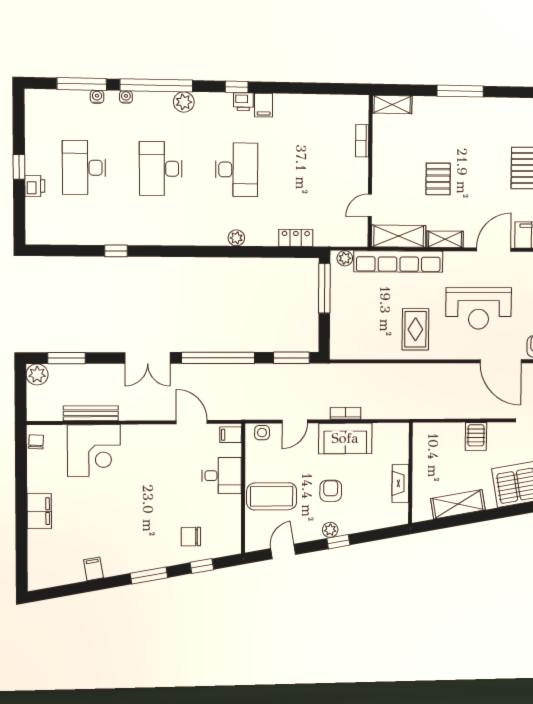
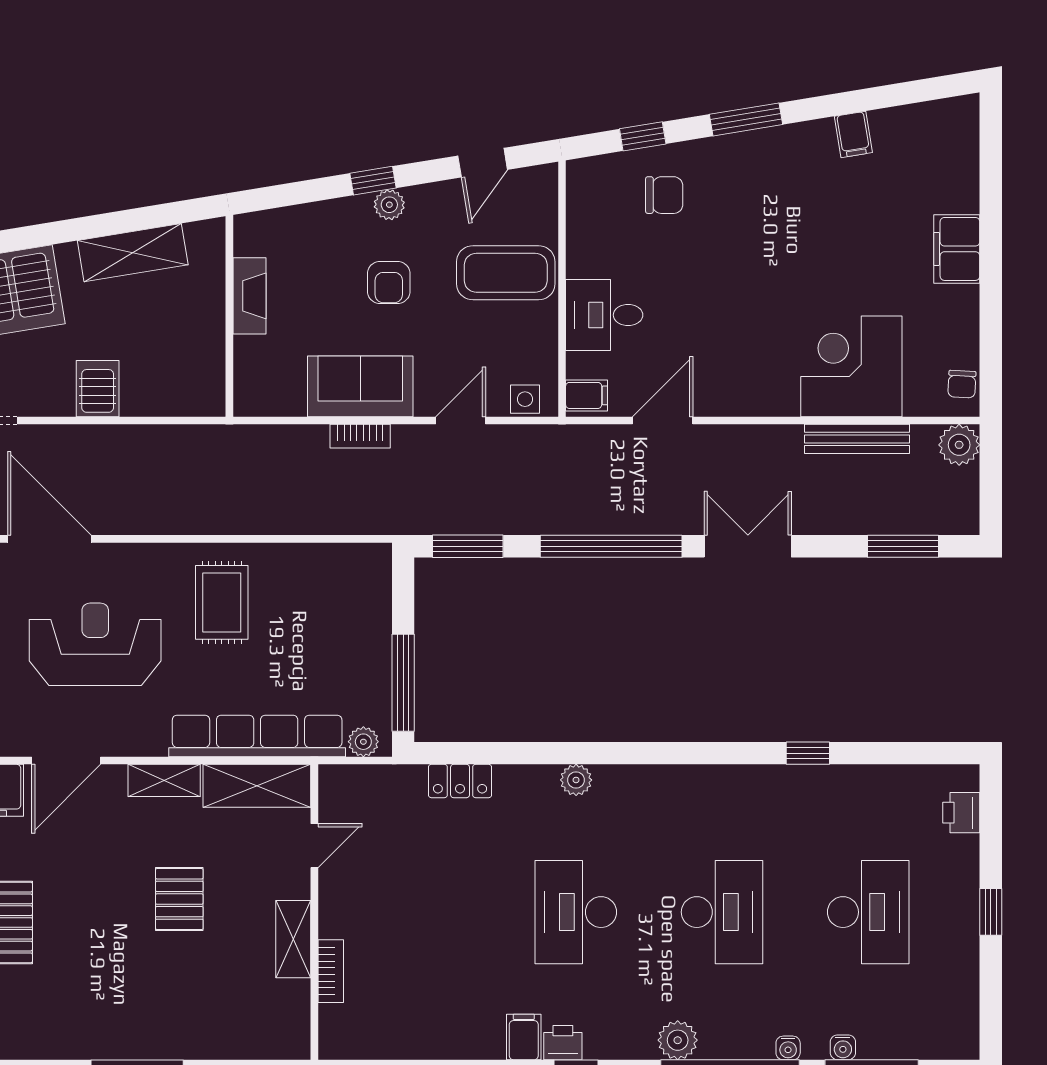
shelving: (392, 105) -> (293, 939), moved, turned 90
printer: (35, 186) -> (961, 813), moved
plant: (37, 374) -> (959, 445), moved
door: (192, 422) -> (663, 421), swing flipped

